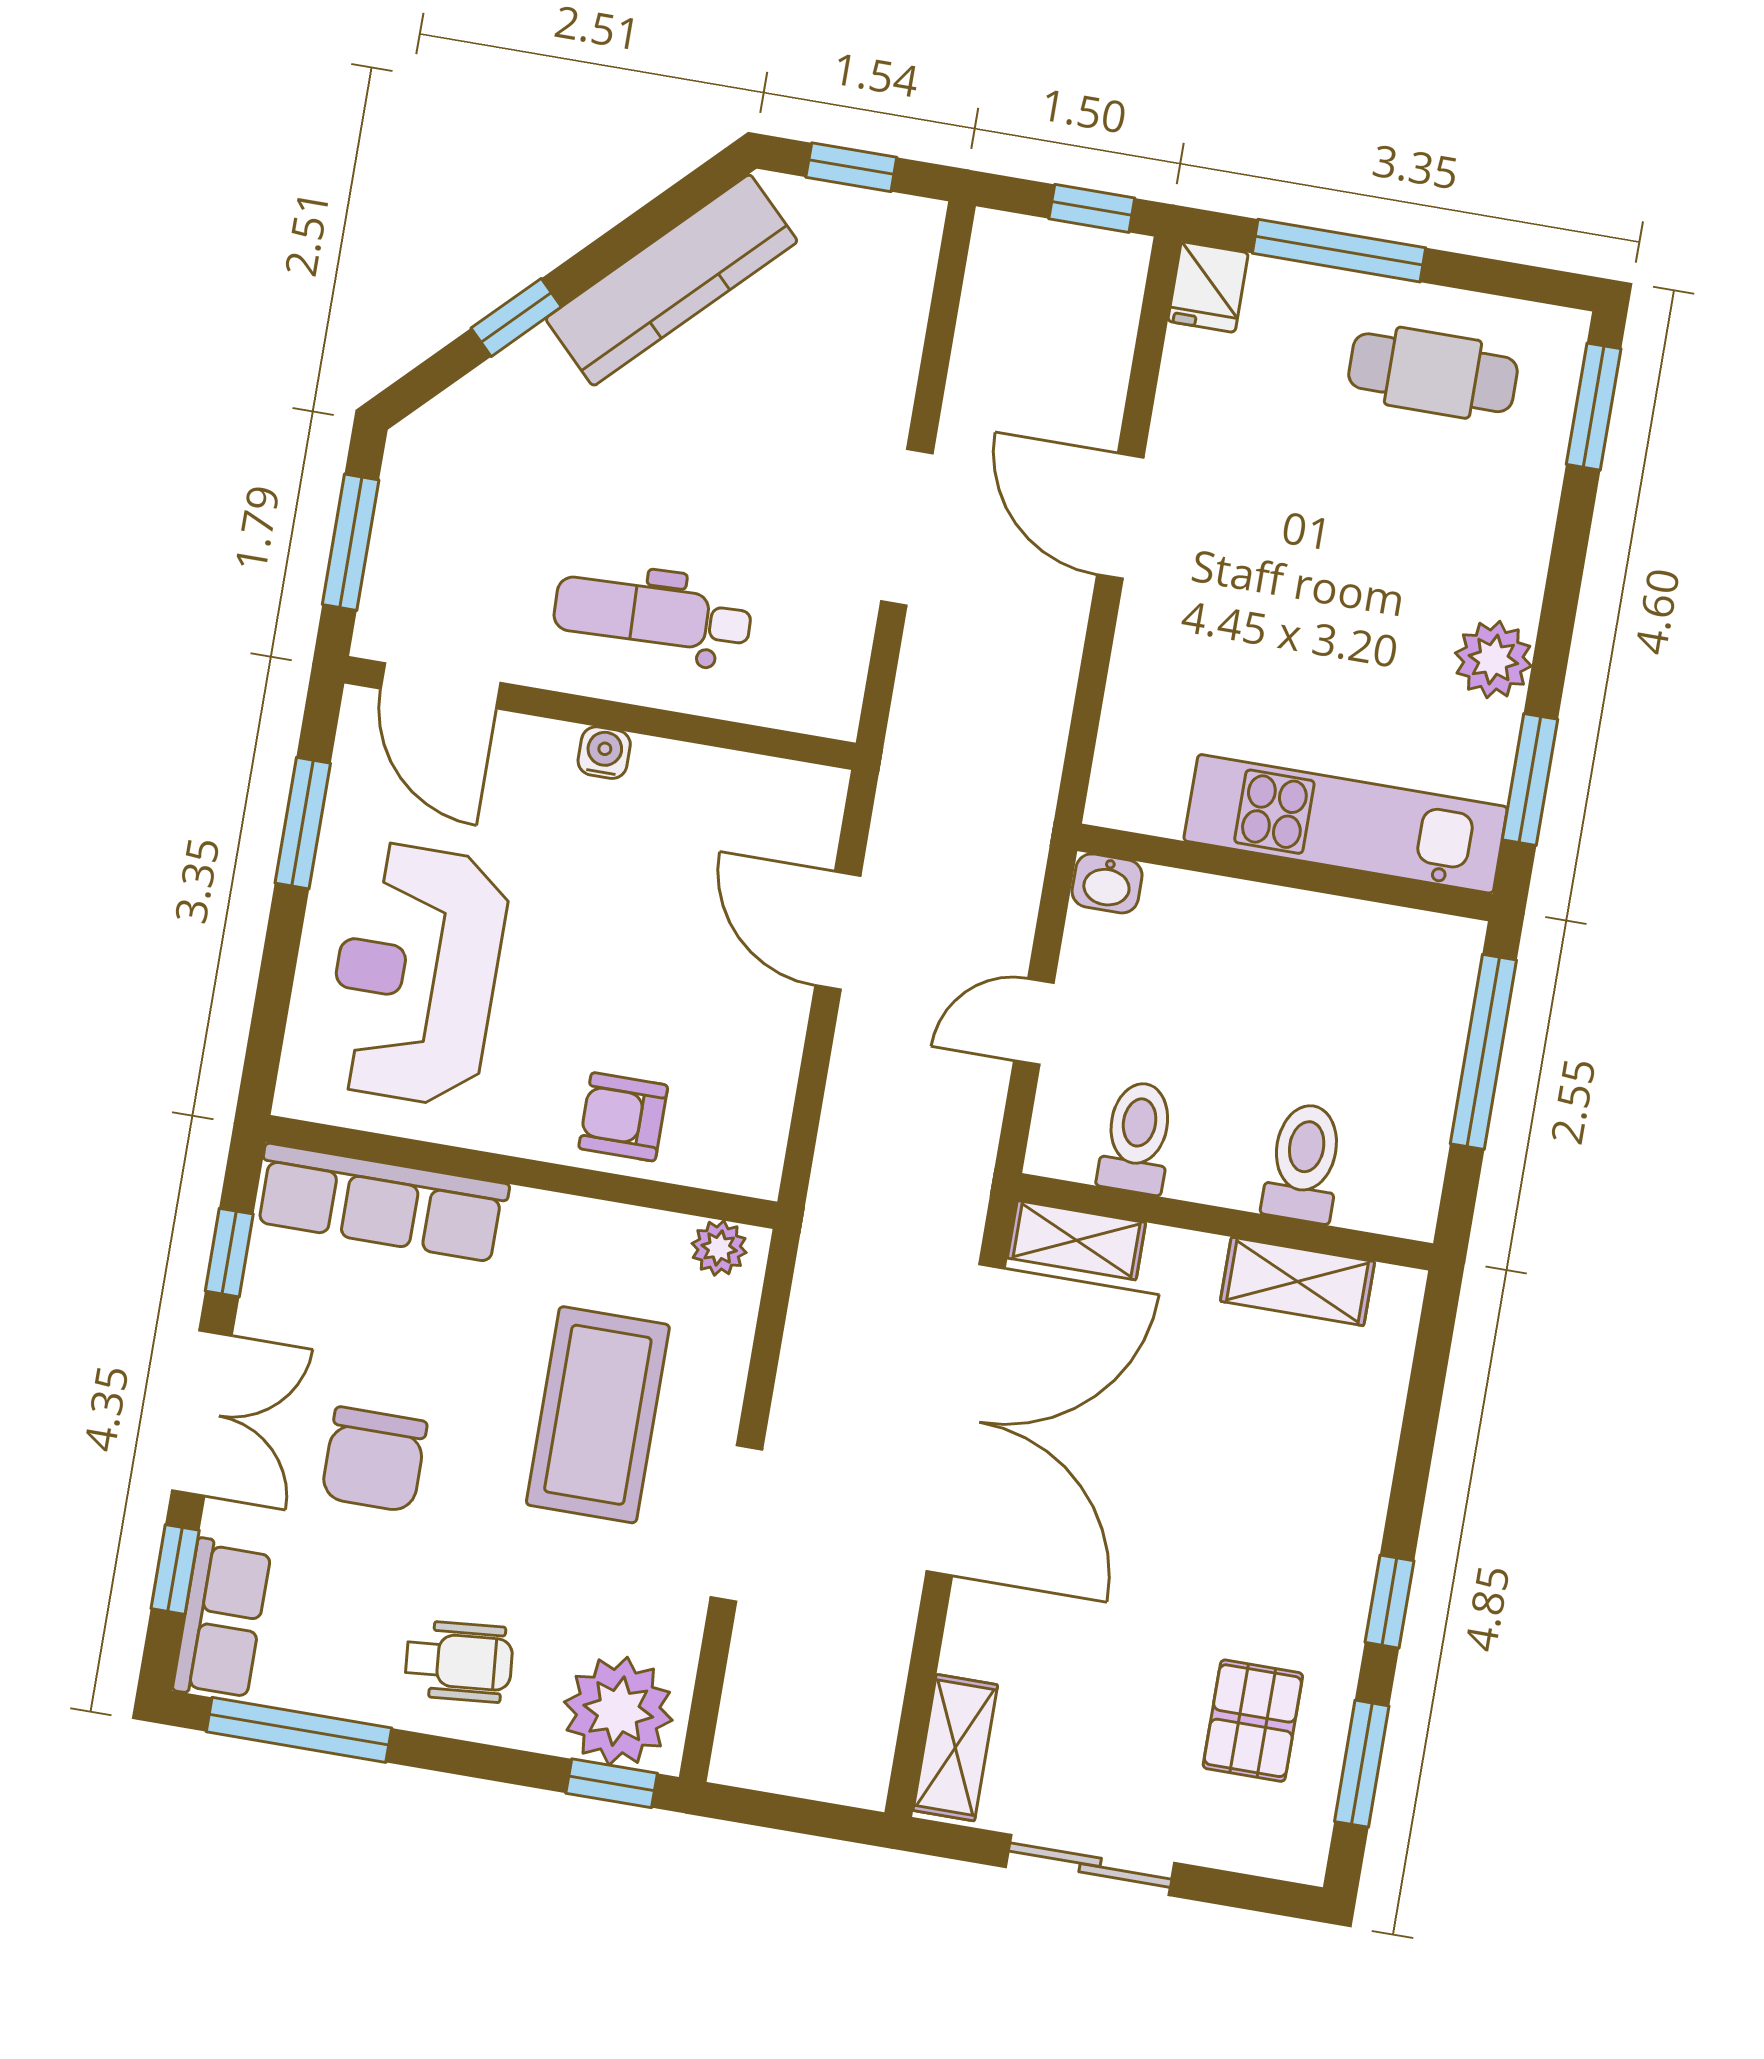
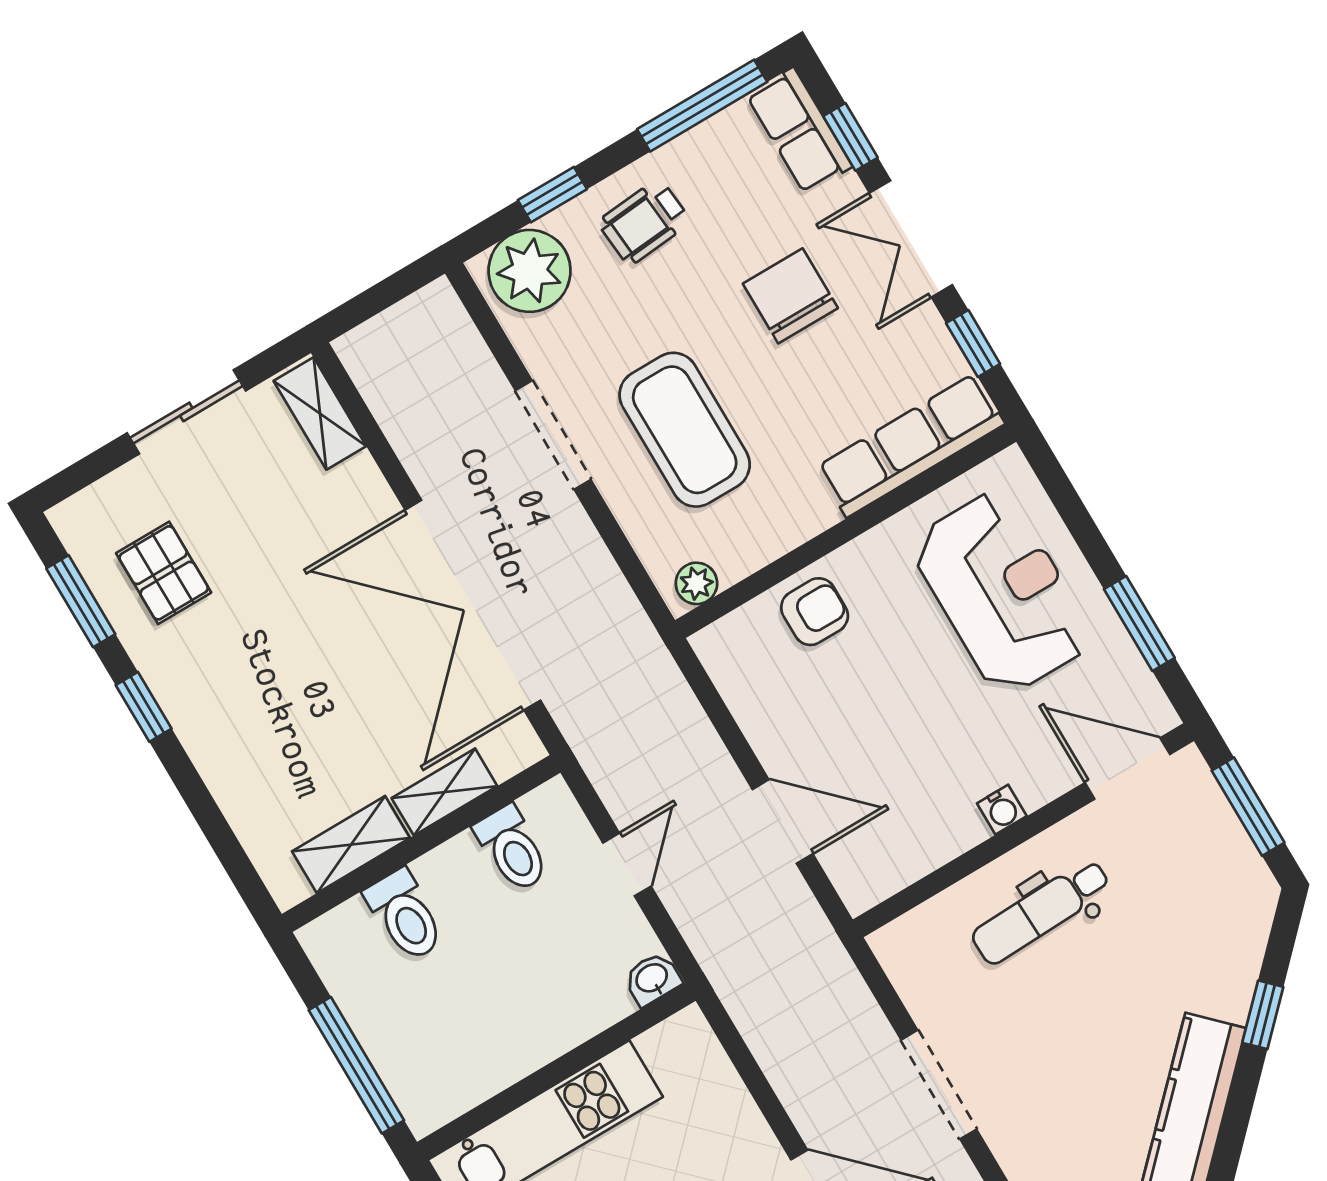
dental chair: (653, 615) -> (1041, 912), turned 180
shelving: (1077, 1240) -> (444, 792), moved
window: (612, 1783) -> (552, 195), moved

